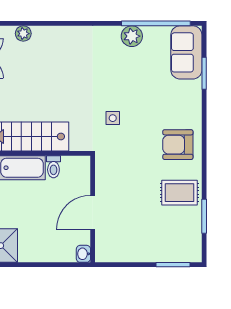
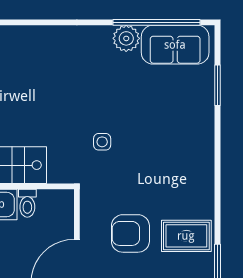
sofa: (186, 52) -> (175, 45), moved, turned -90
armchair: (178, 145) -> (130, 233), moved

